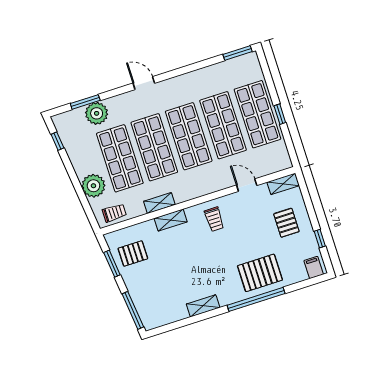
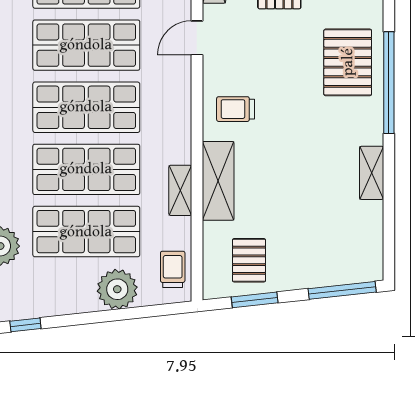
trolley: (214, 219) -> (236, 109), turned 180
shelving: (171, 220) -> (218, 181), width x1.50, depth x1.33

